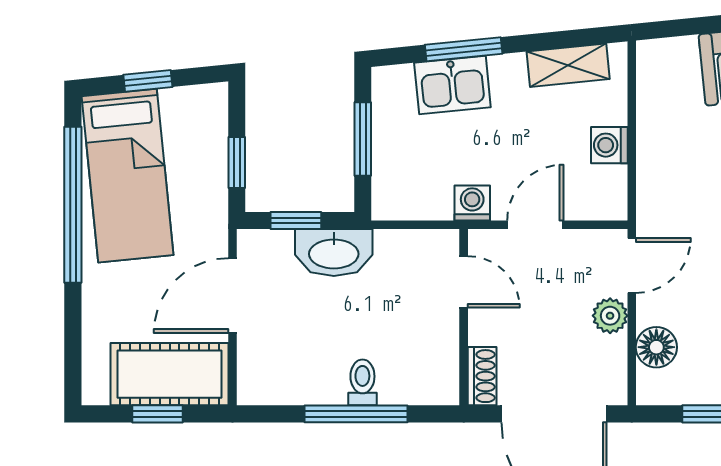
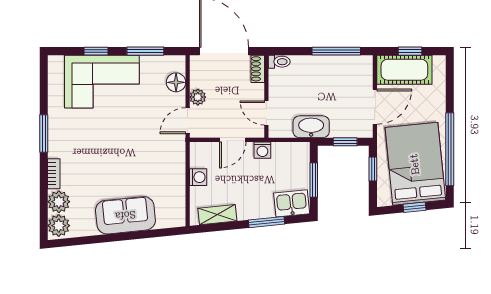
kitchen sink: (452, 85) -> (292, 203), moved
bed: (127, 176) -> (415, 164), width x1.50
washbasin: (334, 253) -> (311, 127), moved
toilet: (362, 382) -> (279, 62), moved, turned -90
window: (356, 414) -> (336, 51), moved

